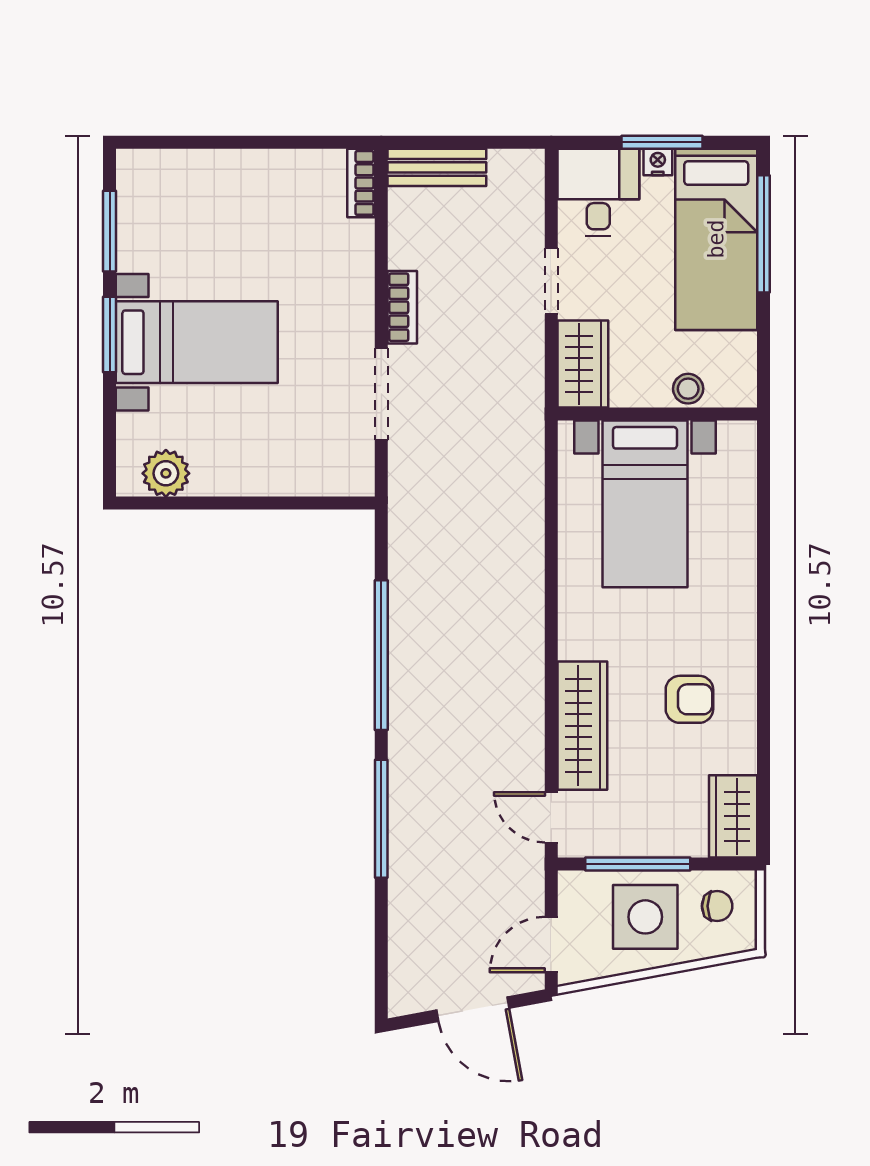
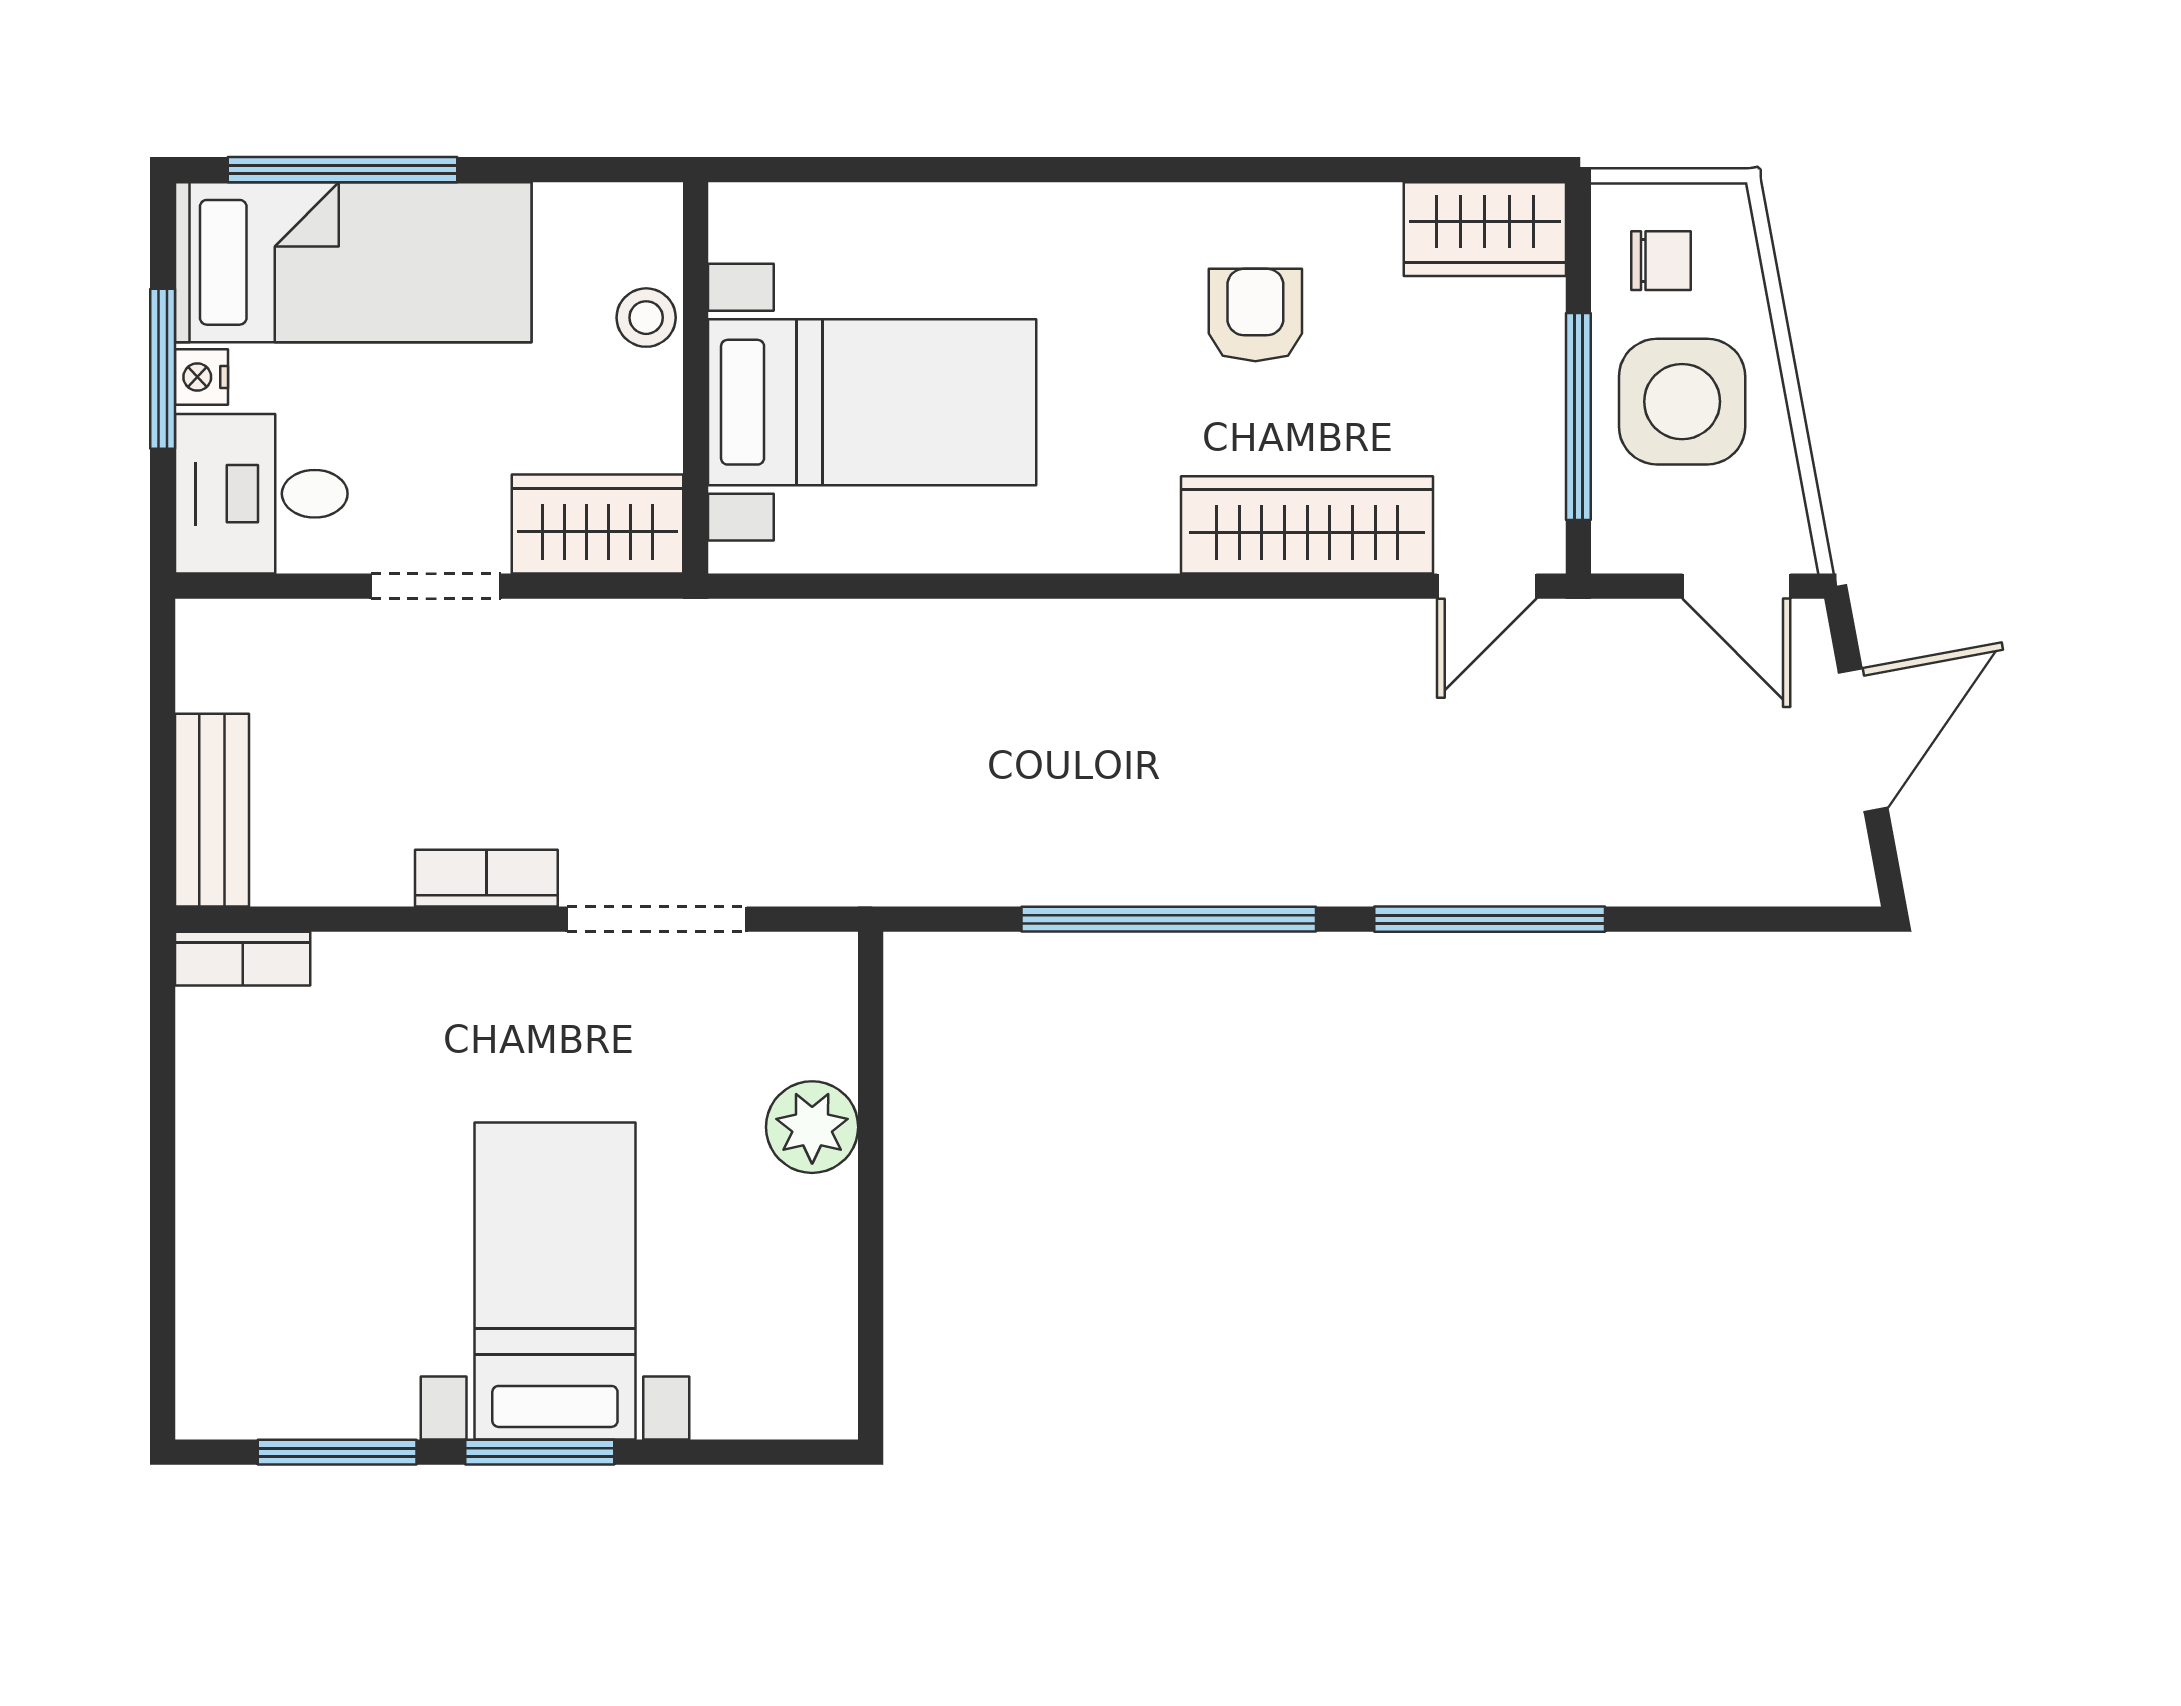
plant: (166, 473) -> (812, 1127), moved
chair: (717, 906) -> (1661, 261), turned 90

